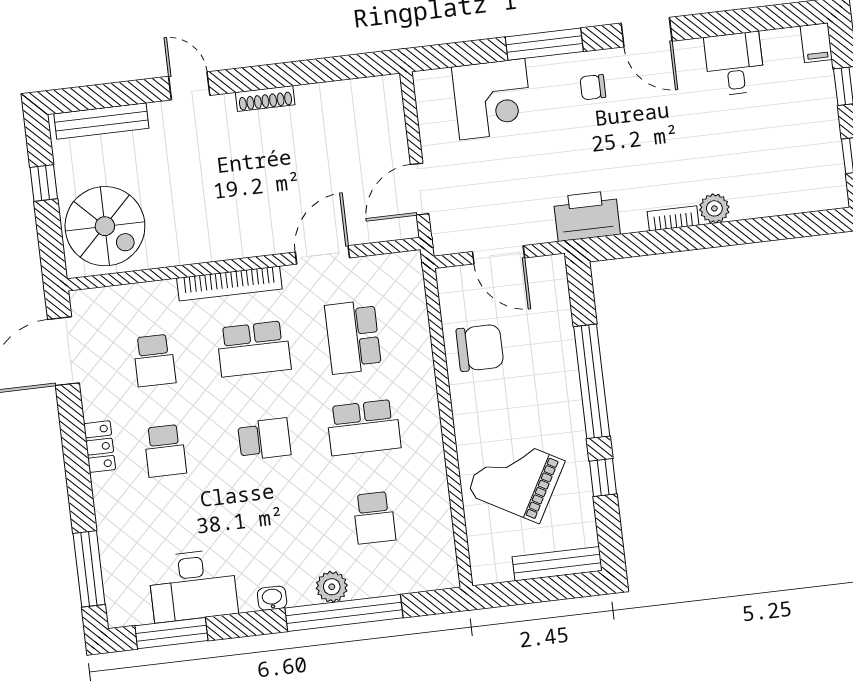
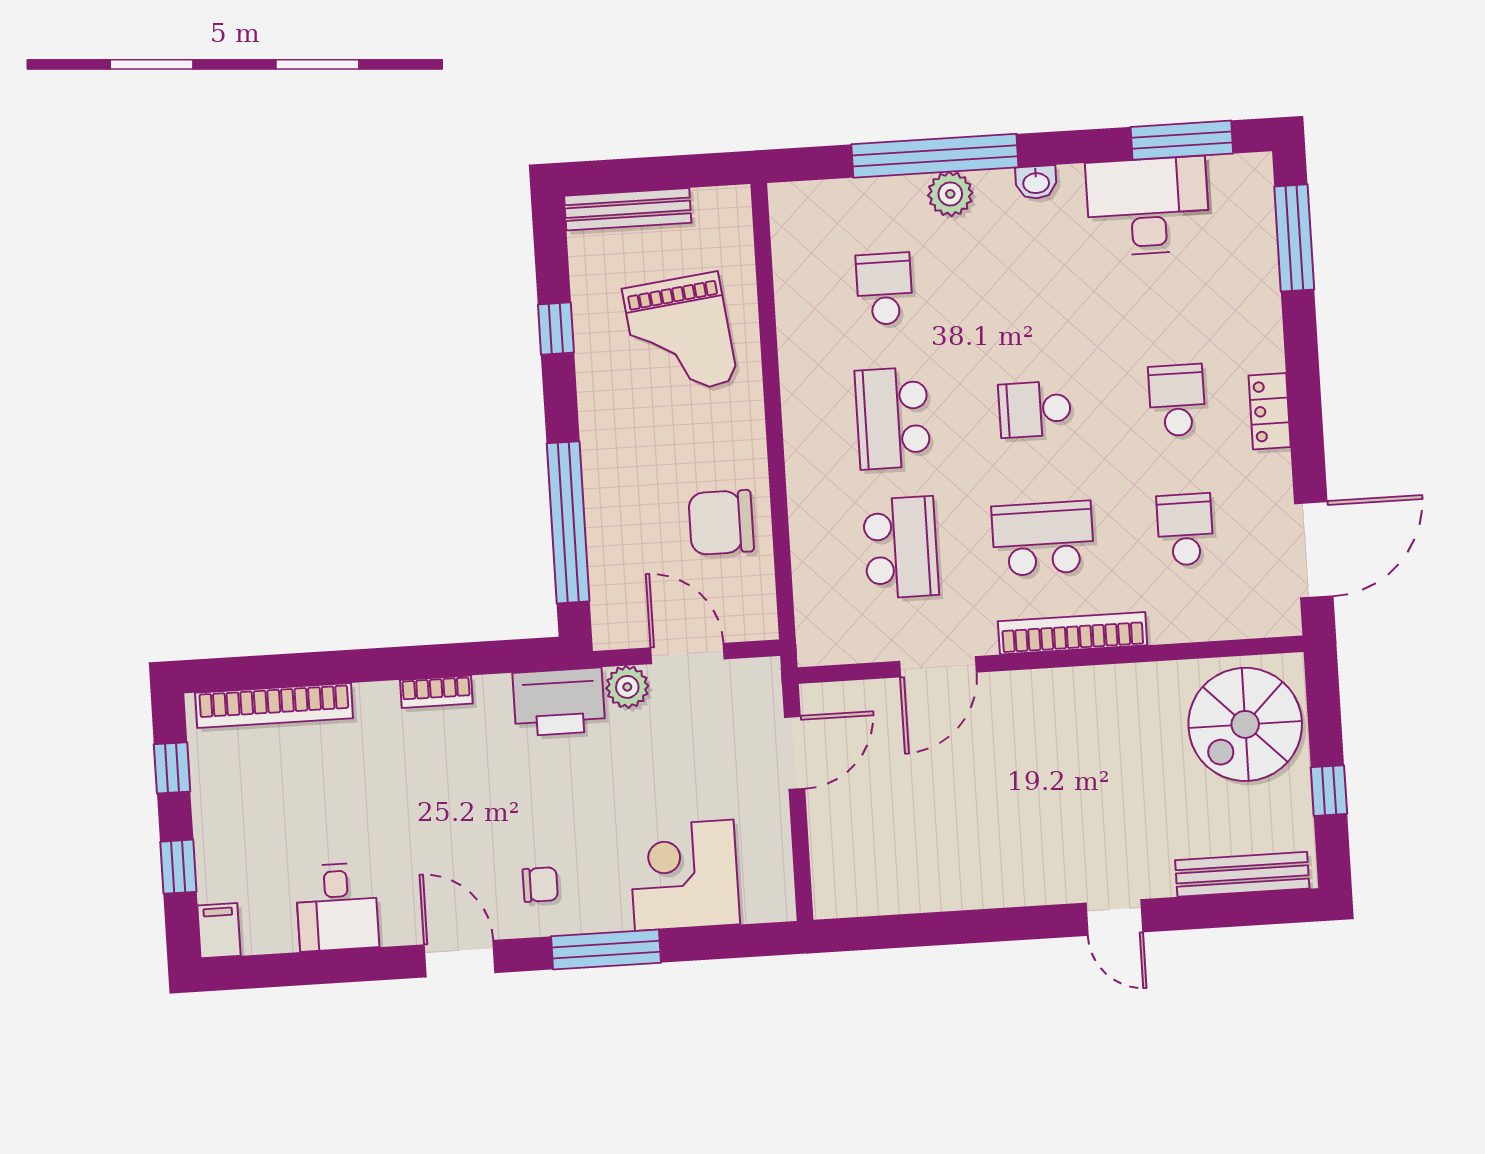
shoe rack: (265, 99) -> (1007, 894), removed
bookcase: (786, 203) -> (274, 705), added
plant: (714, 208) -> (627, 687), moved
spiral stairs: (105, 226) -> (1245, 724), turned -90
window: (592, 381) -> (568, 522), moved
school desk: (364, 427) -> (893, 418), turned -90
grand piano: (516, 478) -> (680, 335), turned 54

